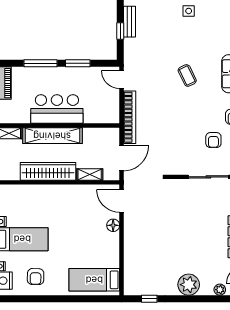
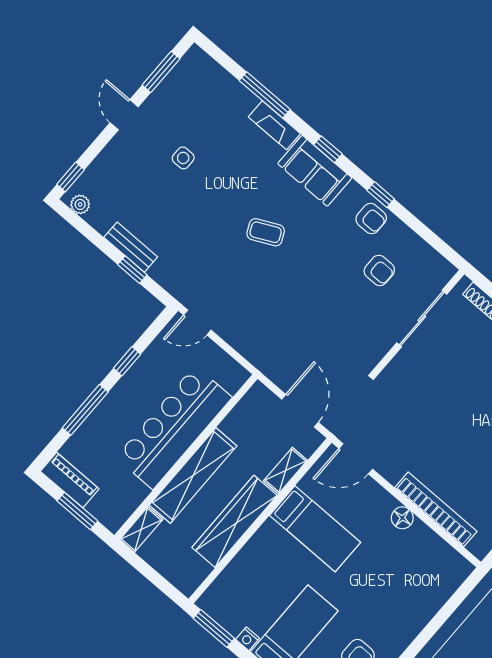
window: (78, 63) -> (127, 361), width x0.67
bar counter: (57, 109) -> (174, 427), width x1.36
bookcase: (130, 117) -> (436, 509), moved
floor lamp: (113, 225) -> (402, 518), moved
bed: (94, 280) -> (315, 529), moved, turned -90

